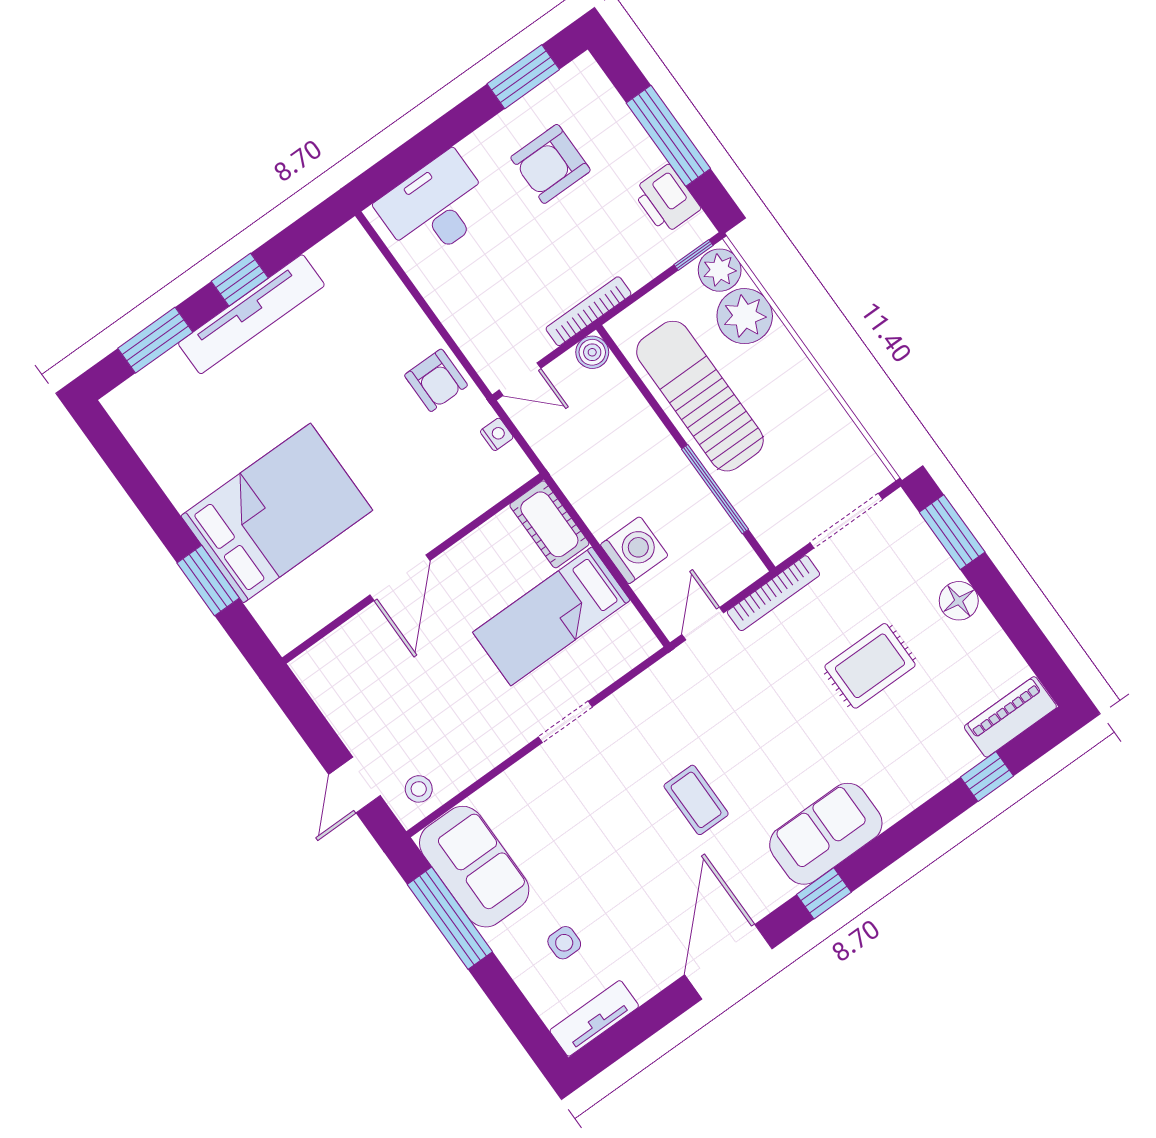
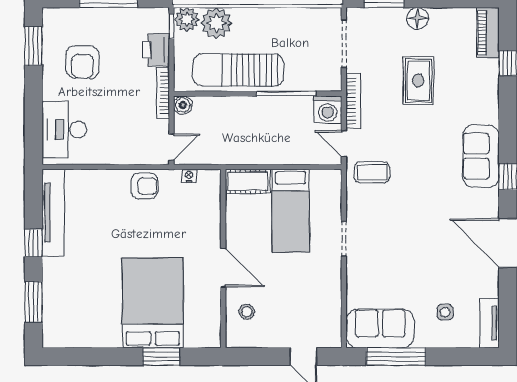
printer: (666, 199) -> (156, 50), moved, turned 90
tv unit: (251, 314) -> (53, 212), moved
washing machine: (634, 550) -> (328, 110), moved, turned 180
stool: (419, 789) -> (247, 312), moved
coffee table: (696, 800) -> (372, 172), moved

